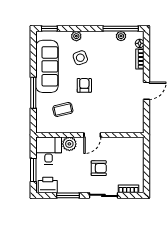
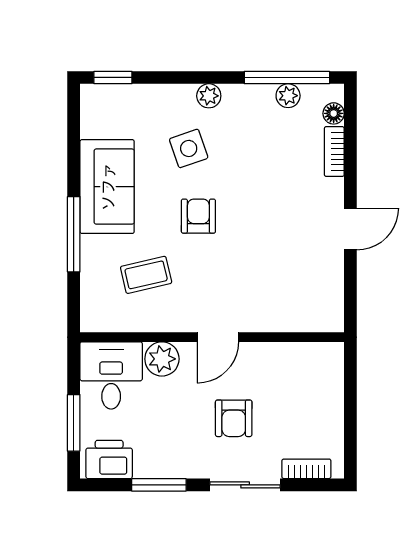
plant: (76, 36) -> (209, 96), moved
sofa: (47, 66) -> (107, 187), width x0.73
armchair: (99, 168) -> (234, 418), turned 90

